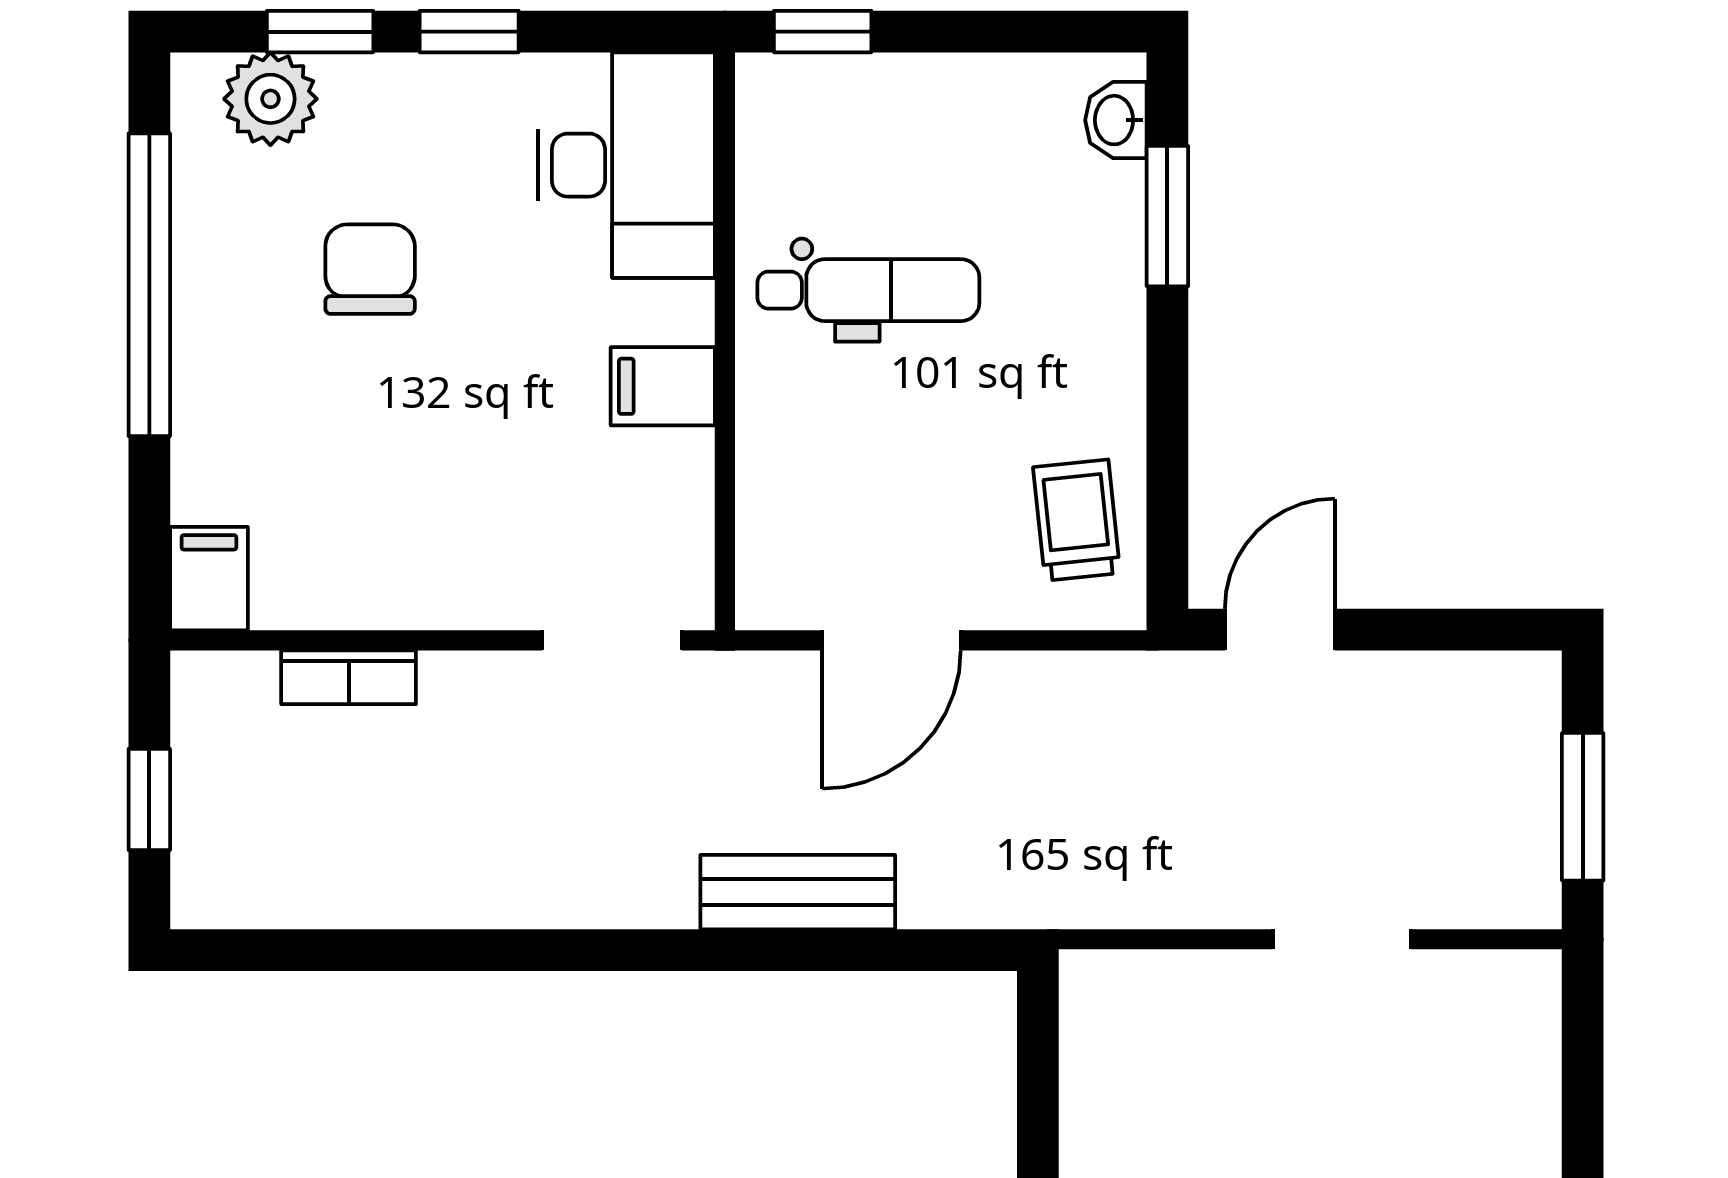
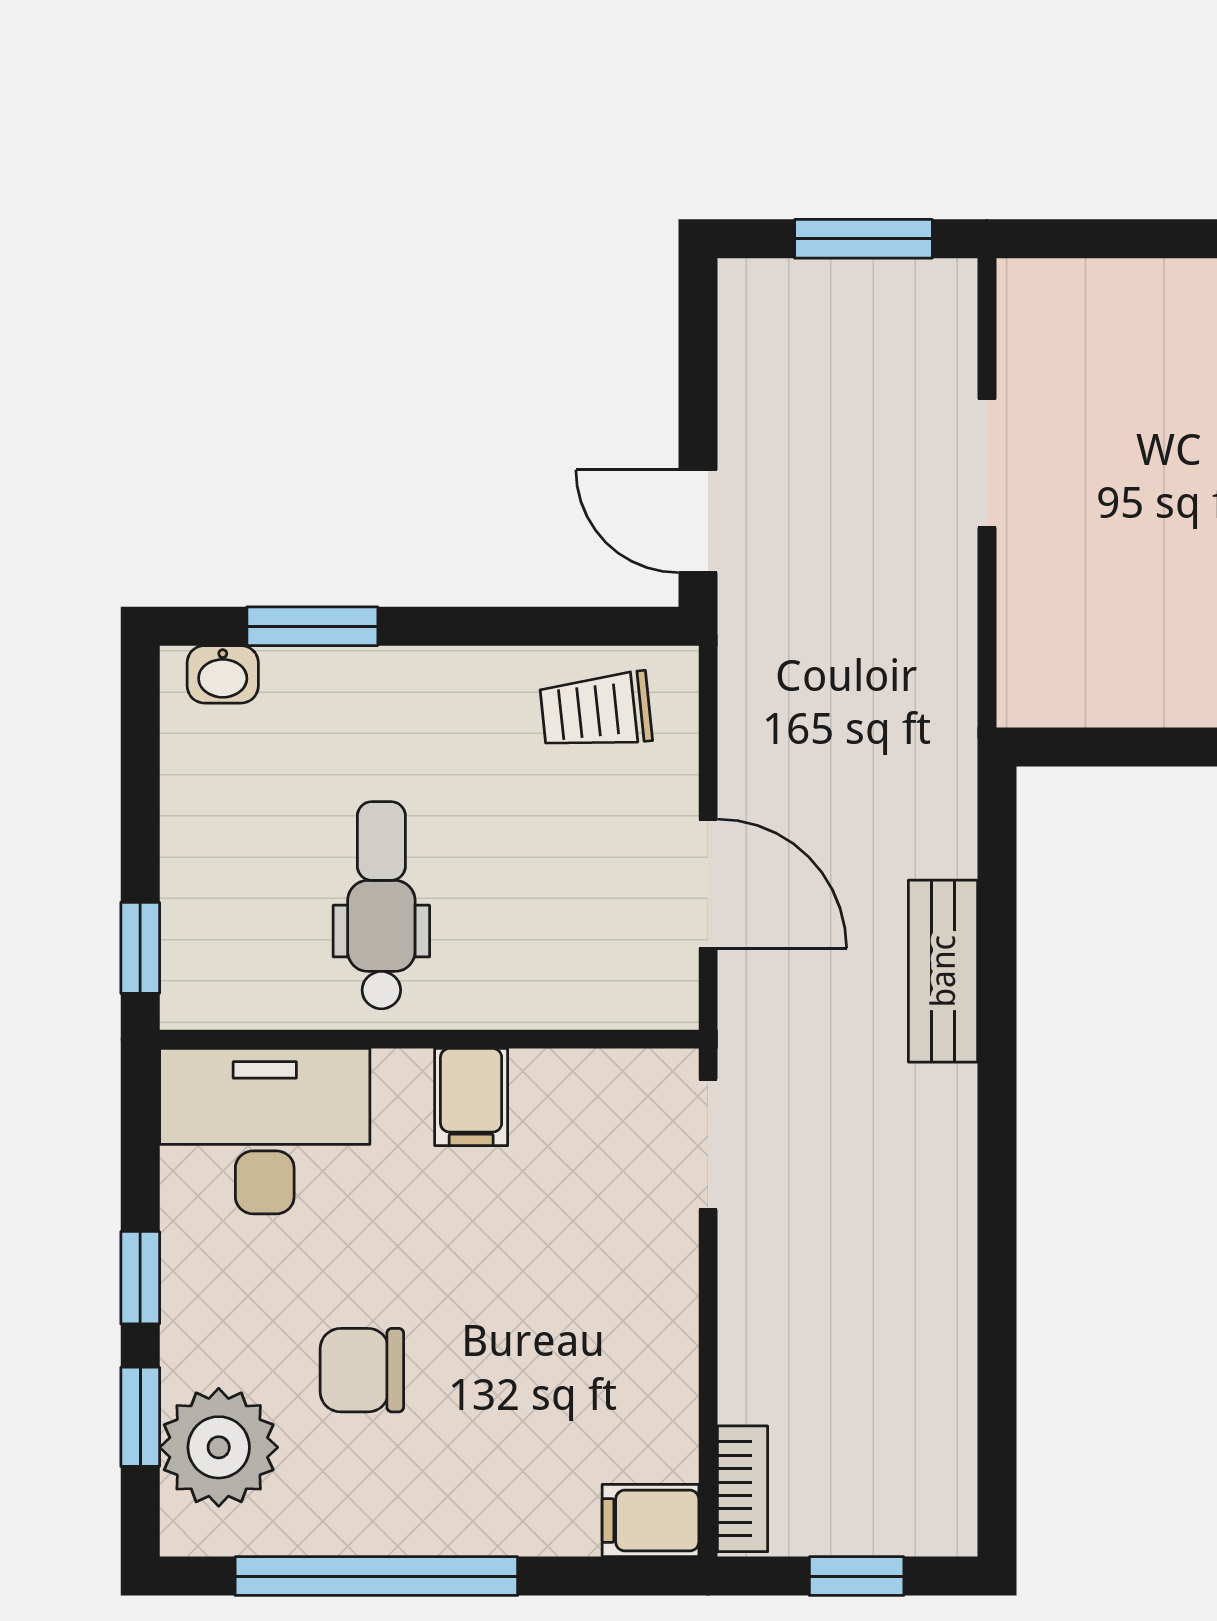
plant: (270, 99) -> (219, 1447), width x1.36, depth x1.36
bookcase: (349, 677) -> (743, 1489), moved

